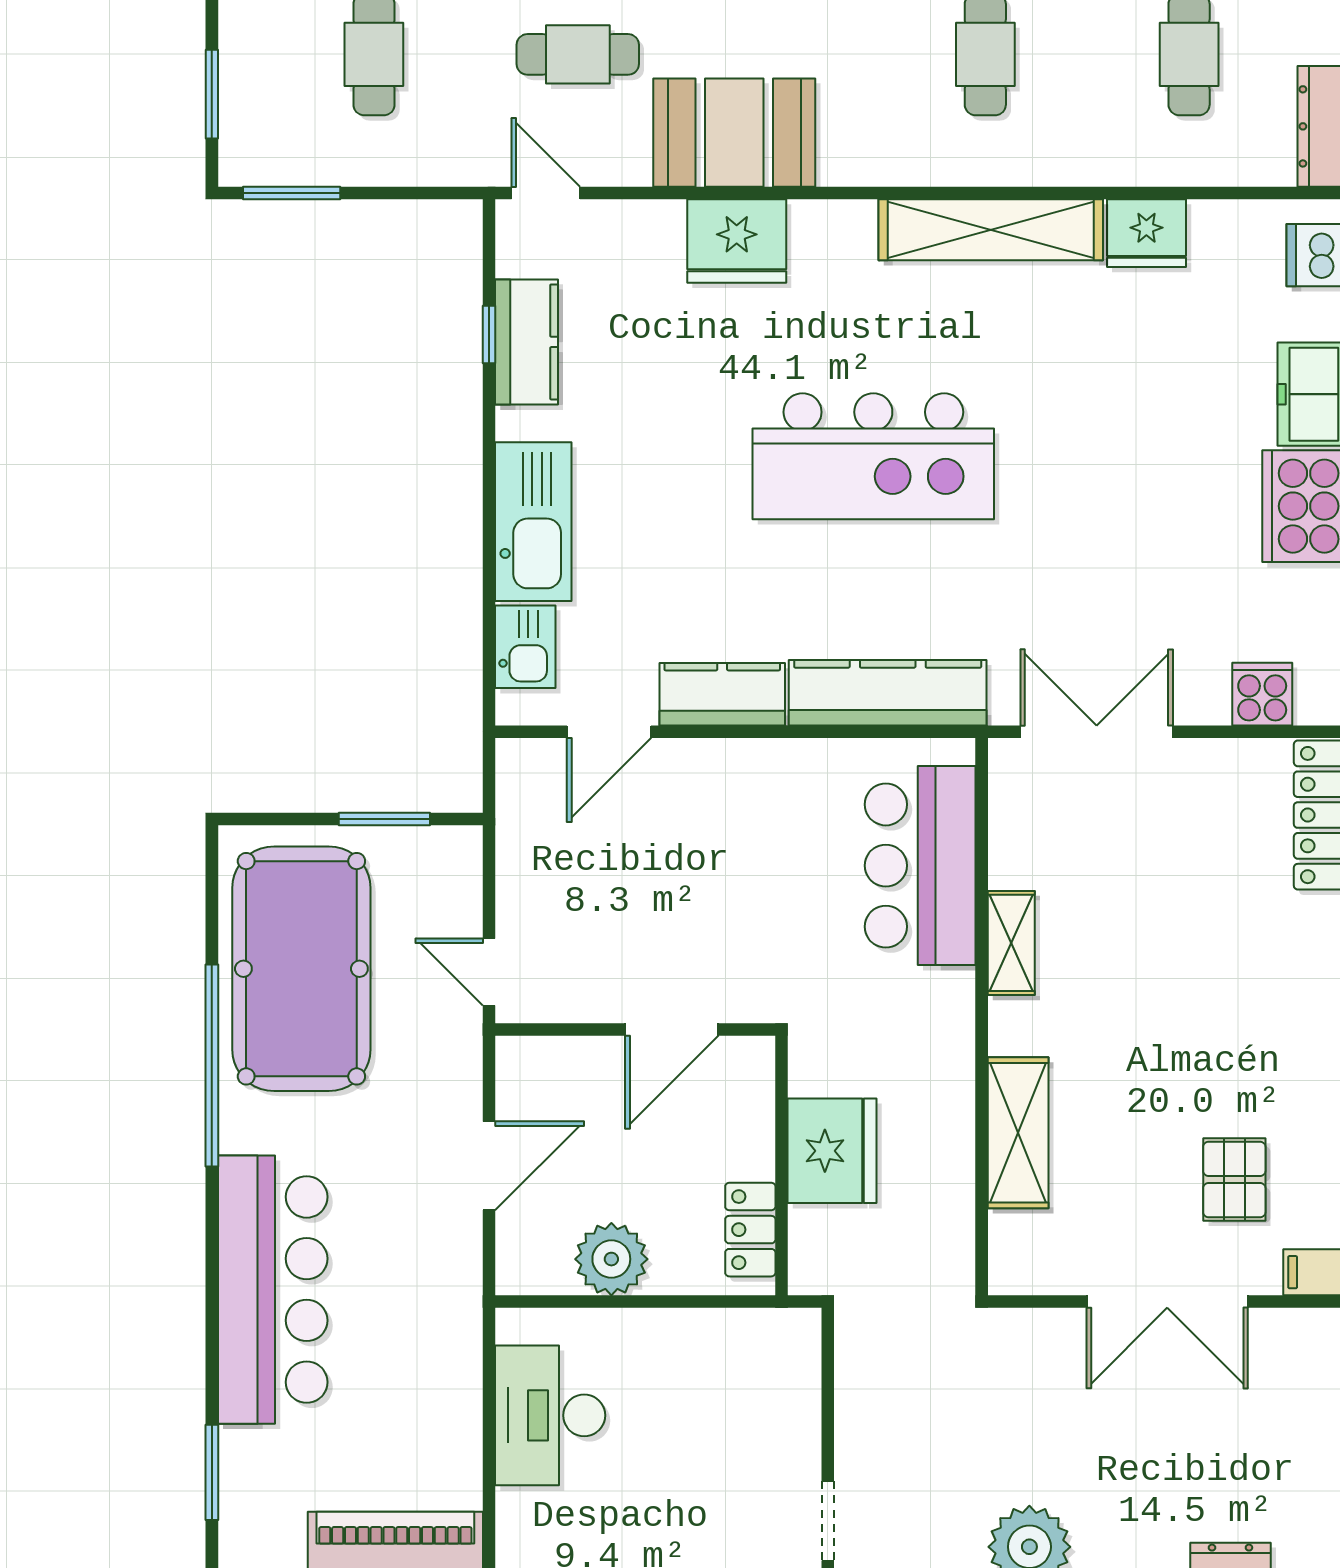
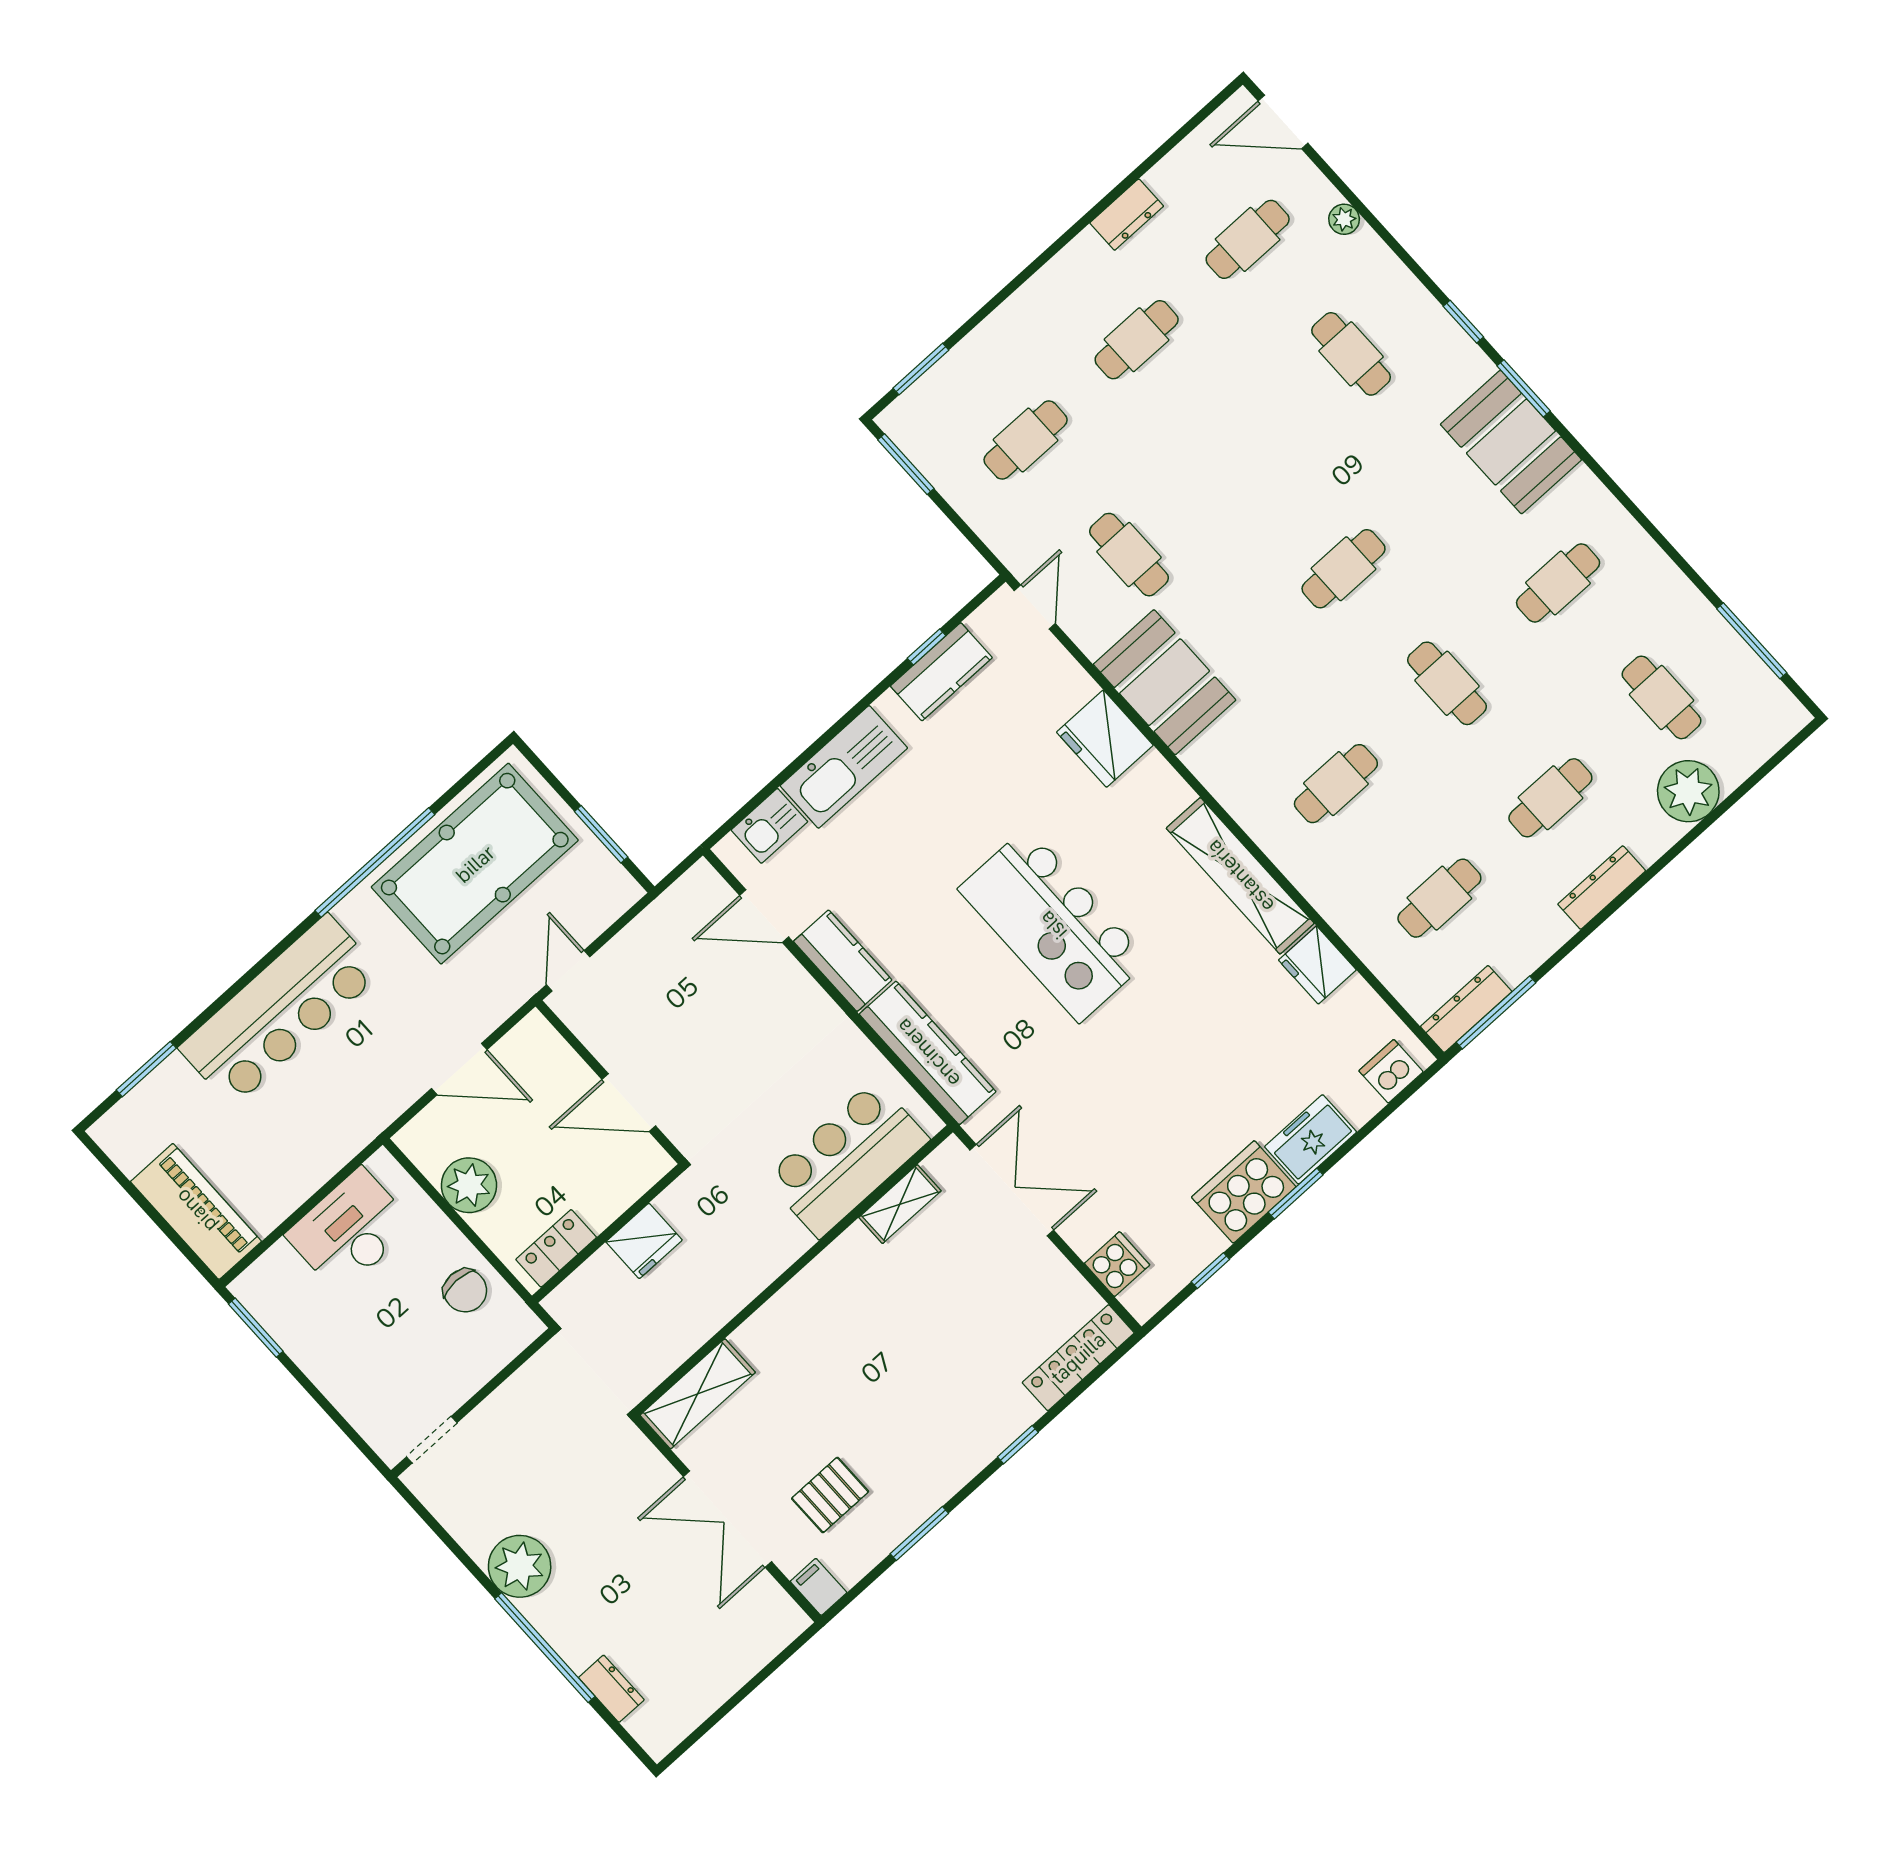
shelving: (1011, 943) -> (900, 1204), moved
shelving: (1018, 1133) -> (698, 1394), moved
fridge: (832, 1151) -> (644, 1241), width x0.73, depth x0.75
chair: (711, 1356) -> (465, 1291), added

